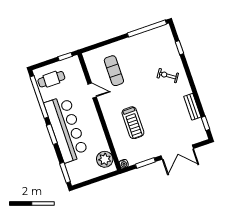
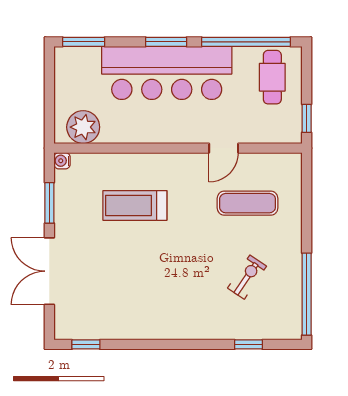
exercise bike: (168, 76) -> (247, 277), moved
bench: (192, 107) -> (127, 330), removed

